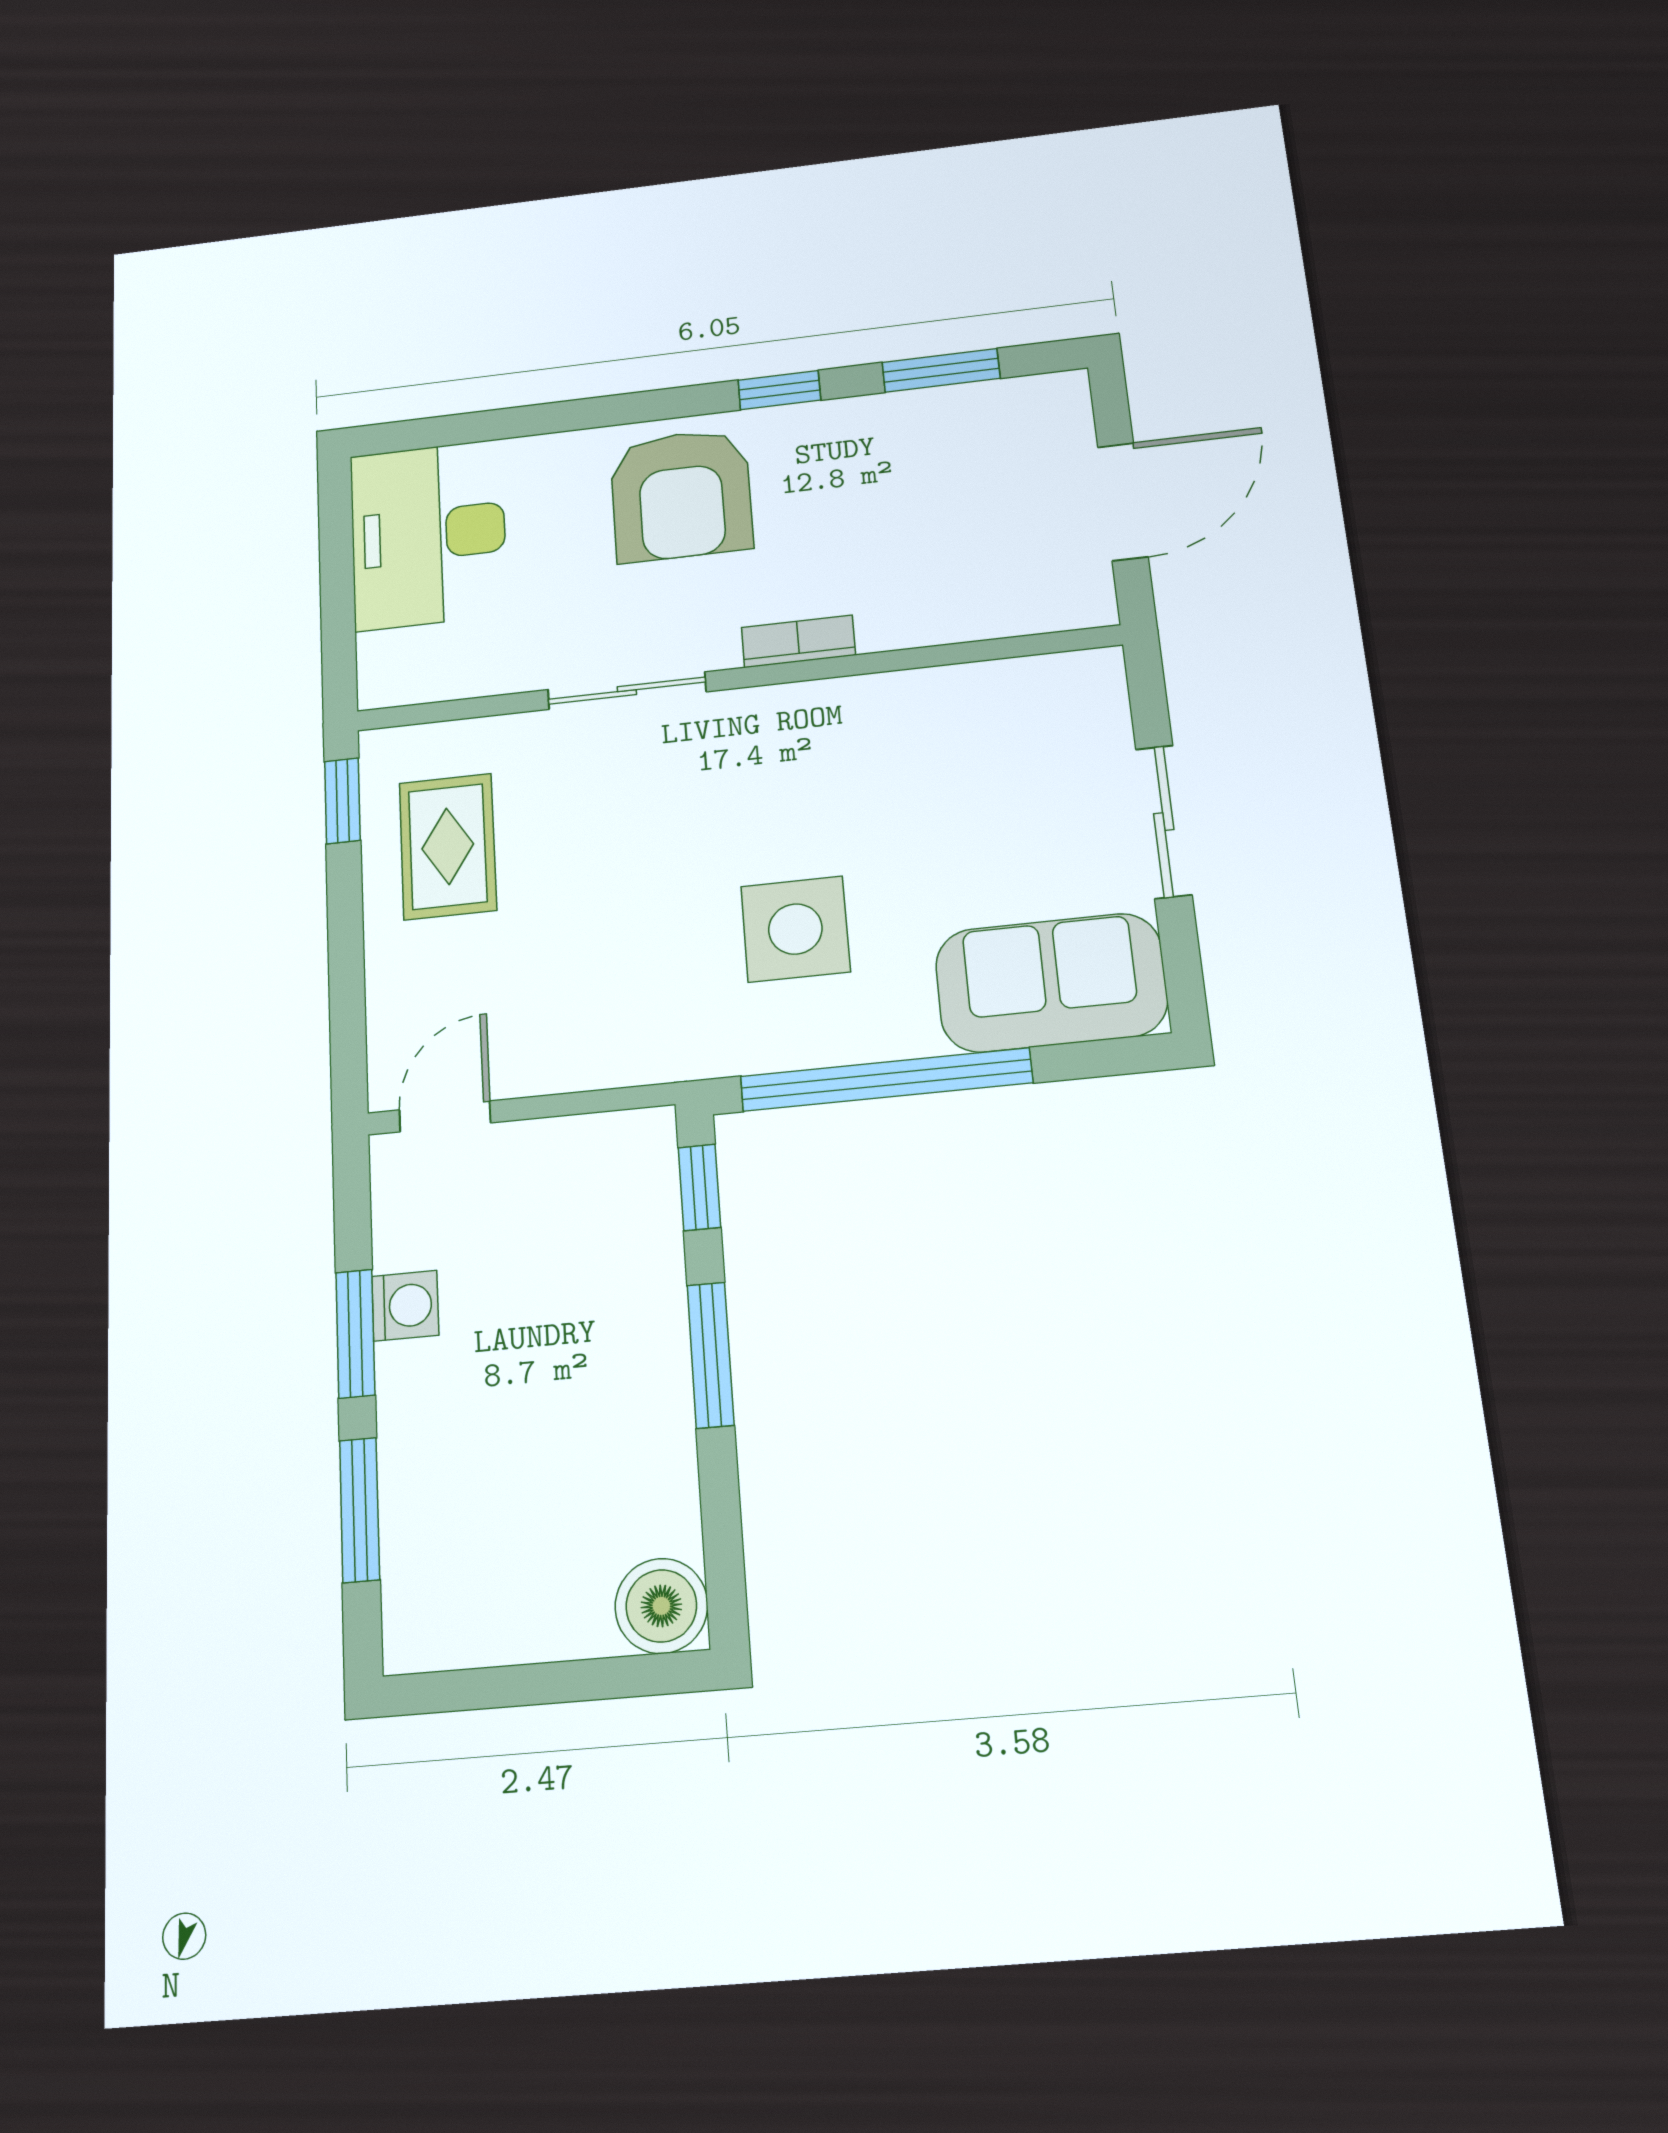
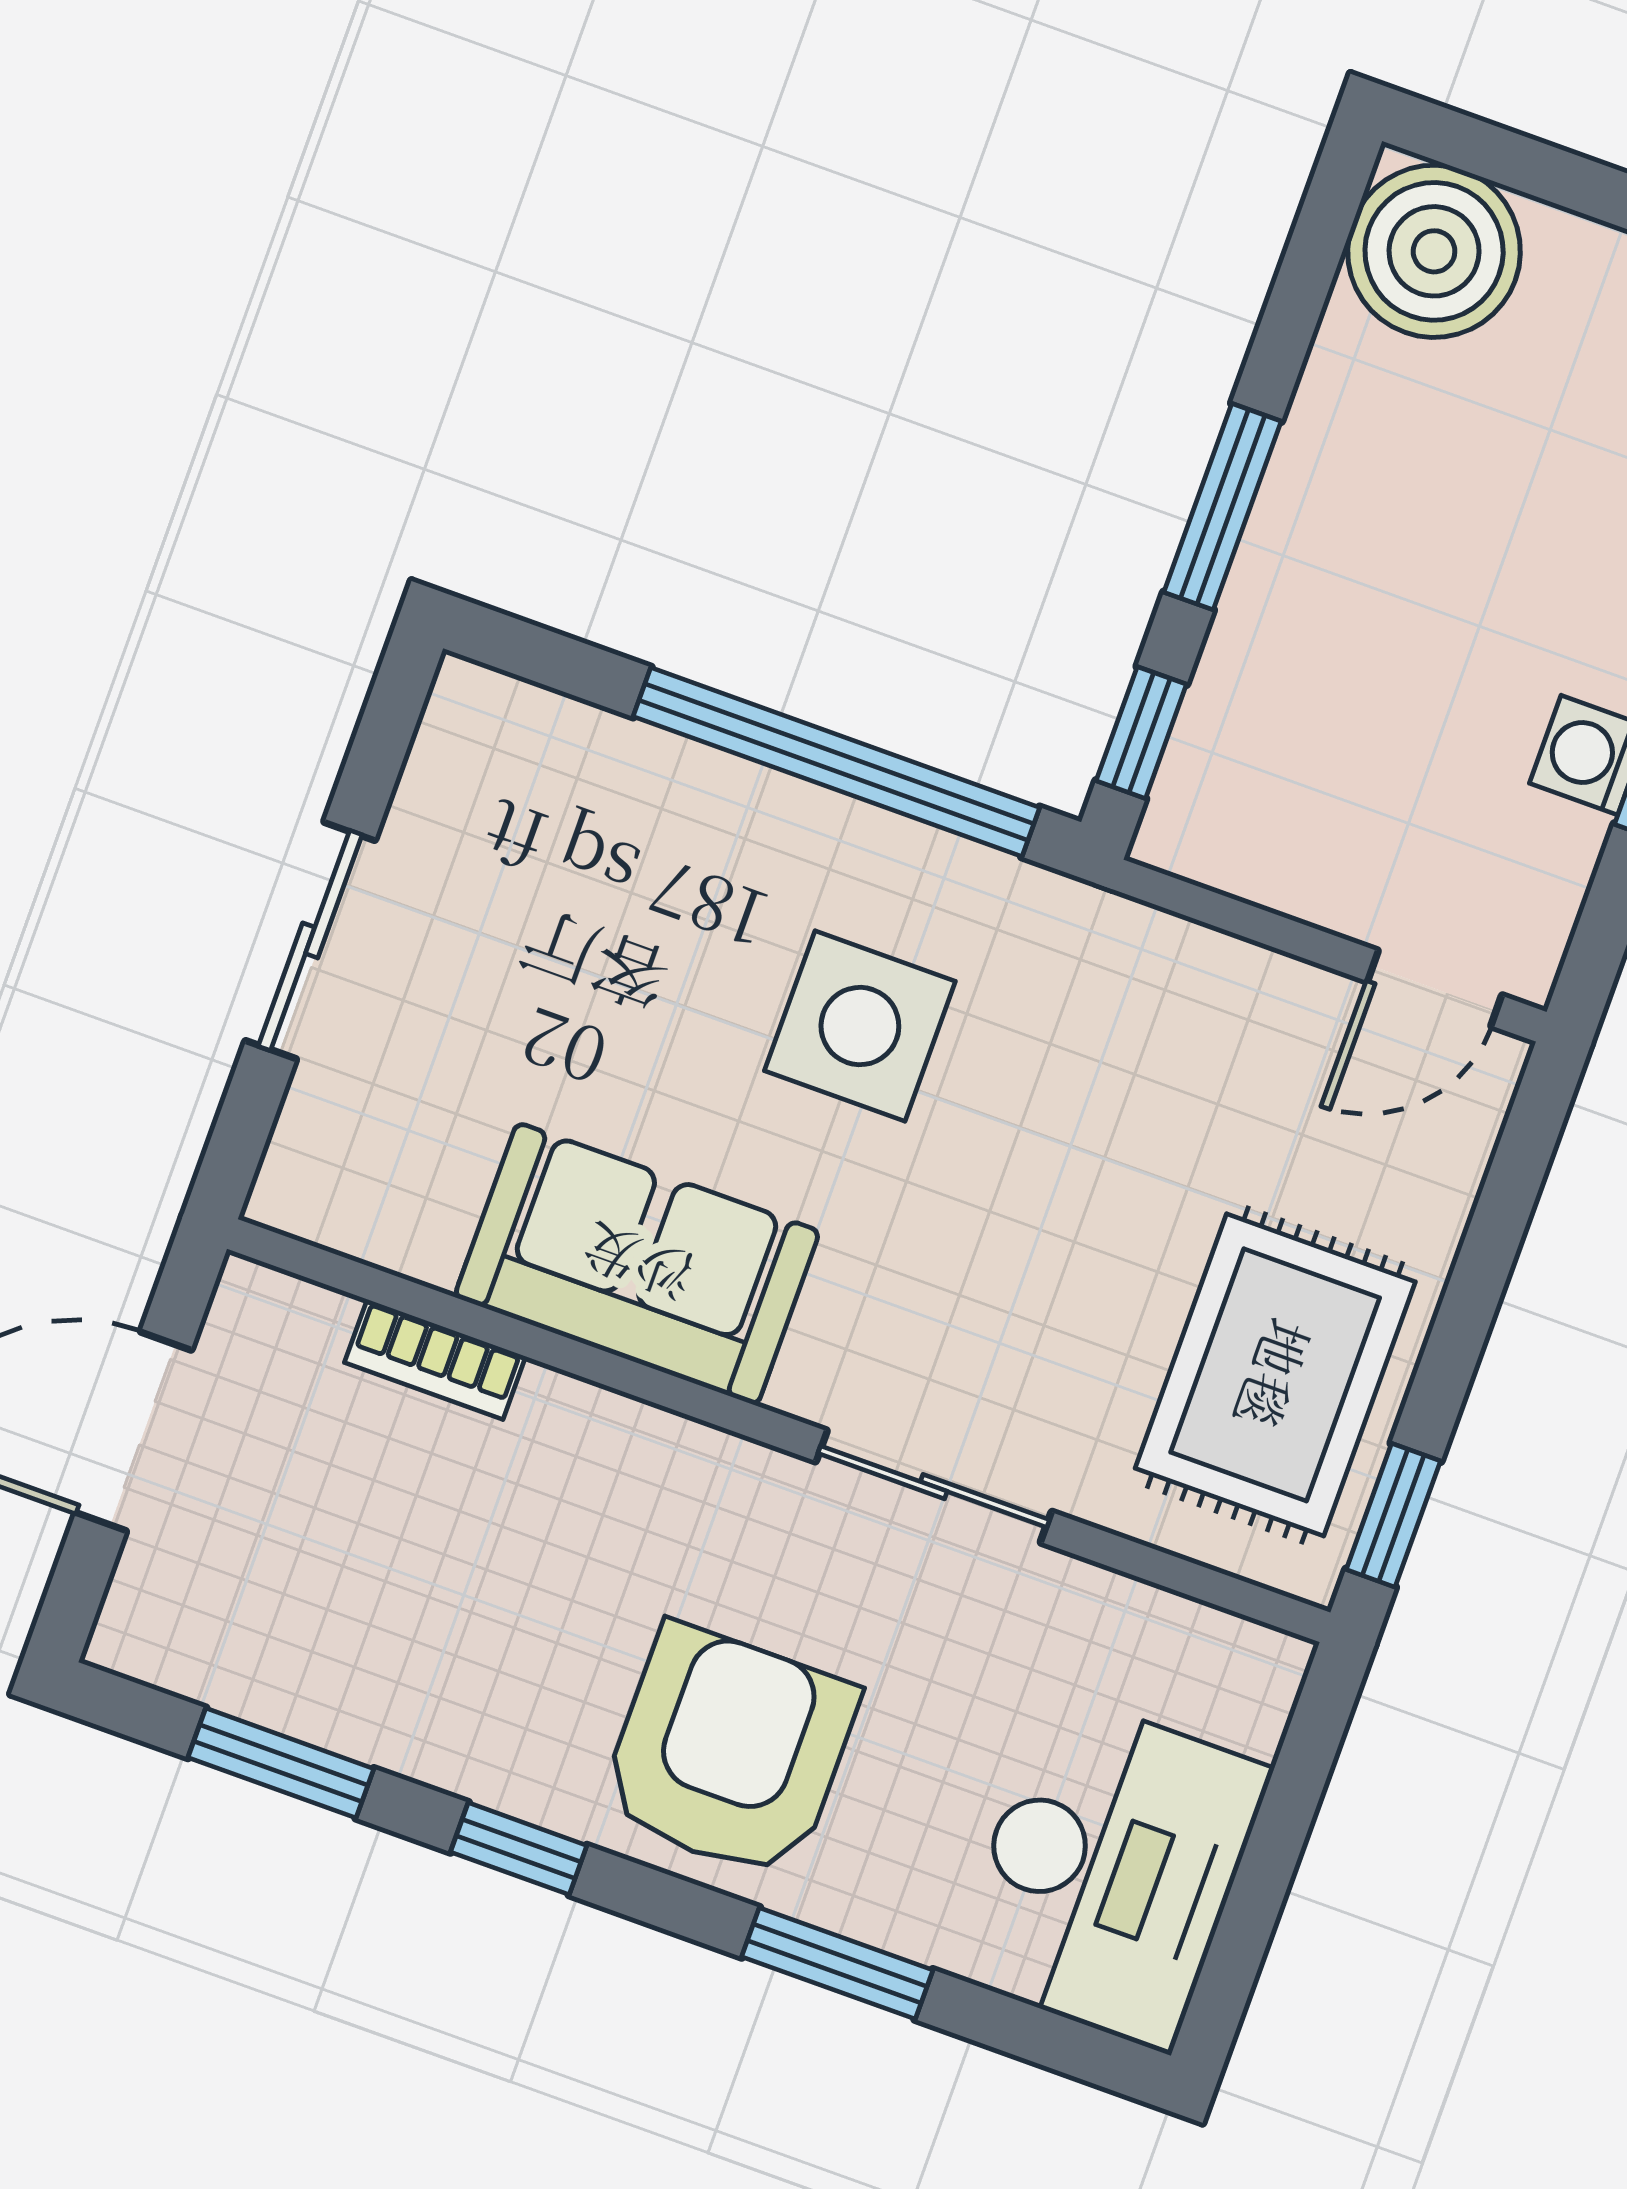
window: (565, 416) -> (837, 1963), added
bookcase: (798, 641) -> (435, 1359), moved
rug: (448, 846) -> (1275, 1375), width x1.36, depth x1.43
sofa: (1051, 983) -> (637, 1264), moved, turned 180
boiler: (661, 1606) -> (1434, 251), width x1.37, depth x1.37

